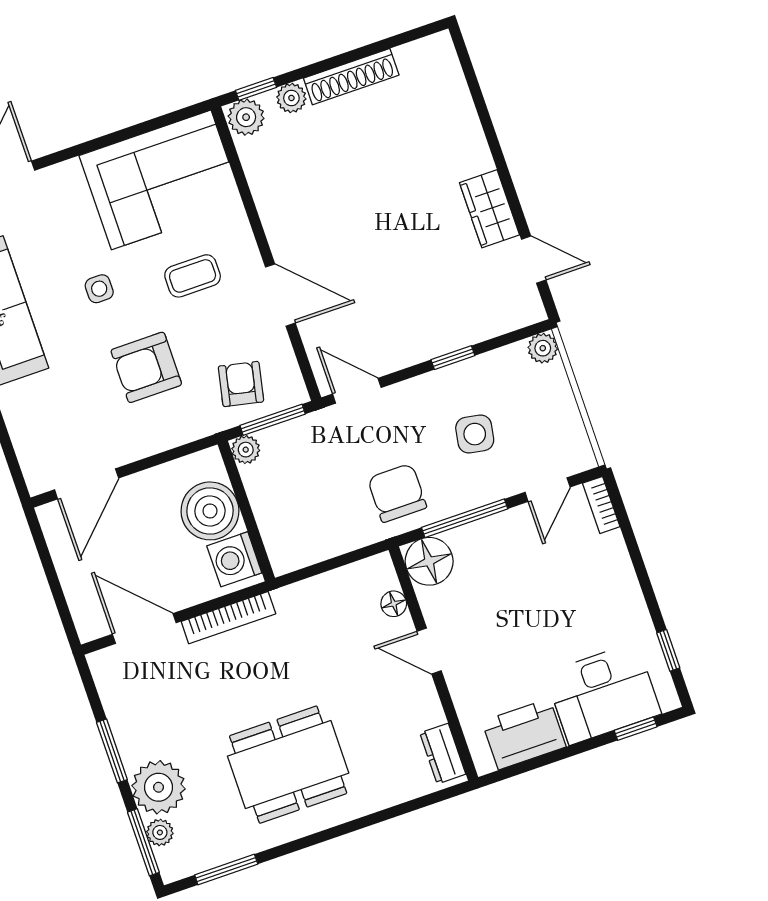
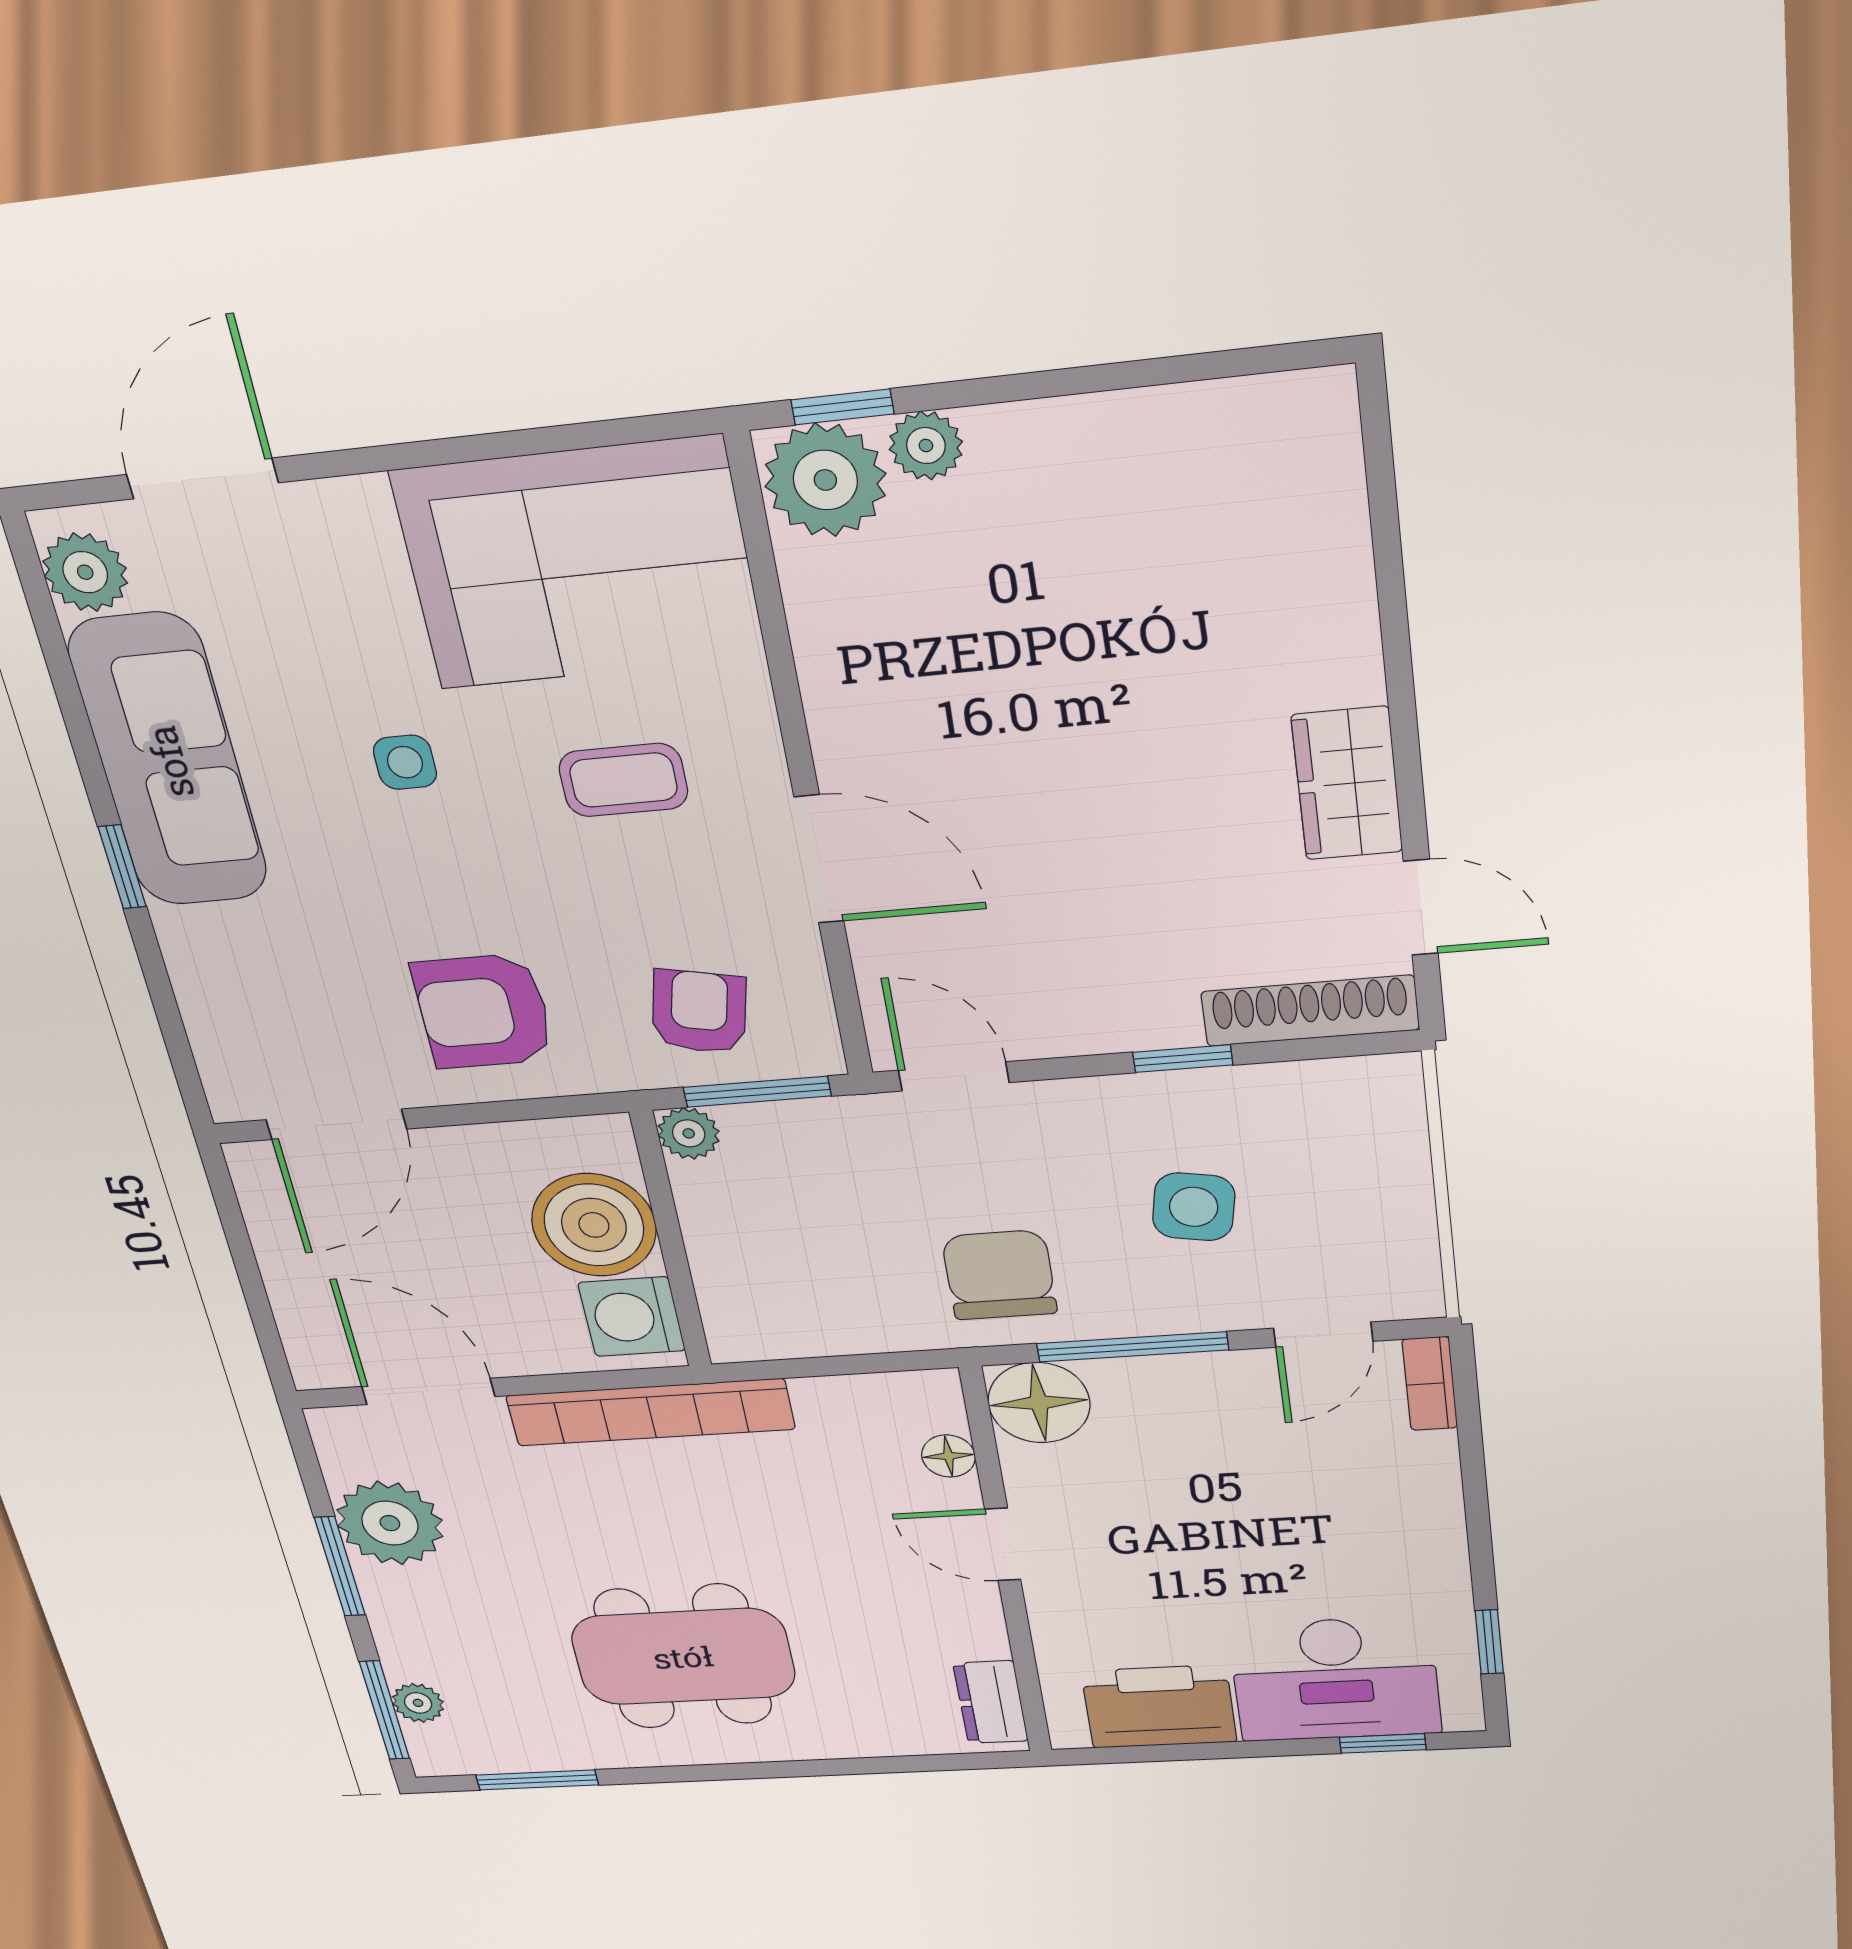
shoe rack: (351, 77) -> (1310, 1011), moved, turned 180
plant: (246, 117) -> (825, 480), width x1.36, depth x1.36
plant: (543, 348) -> (1390, 1082), removed
armchair: (146, 367) -> (483, 1011), moved
bookcase: (228, 618) -> (650, 1412), width x1.48, depth x1.31
plant: (159, 787) -> (390, 1523), moved

